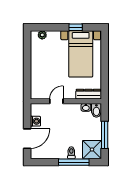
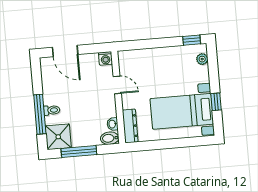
window: (27, 42) -> (192, 40), added
washing machine: (35, 121) -> (105, 58), moved

